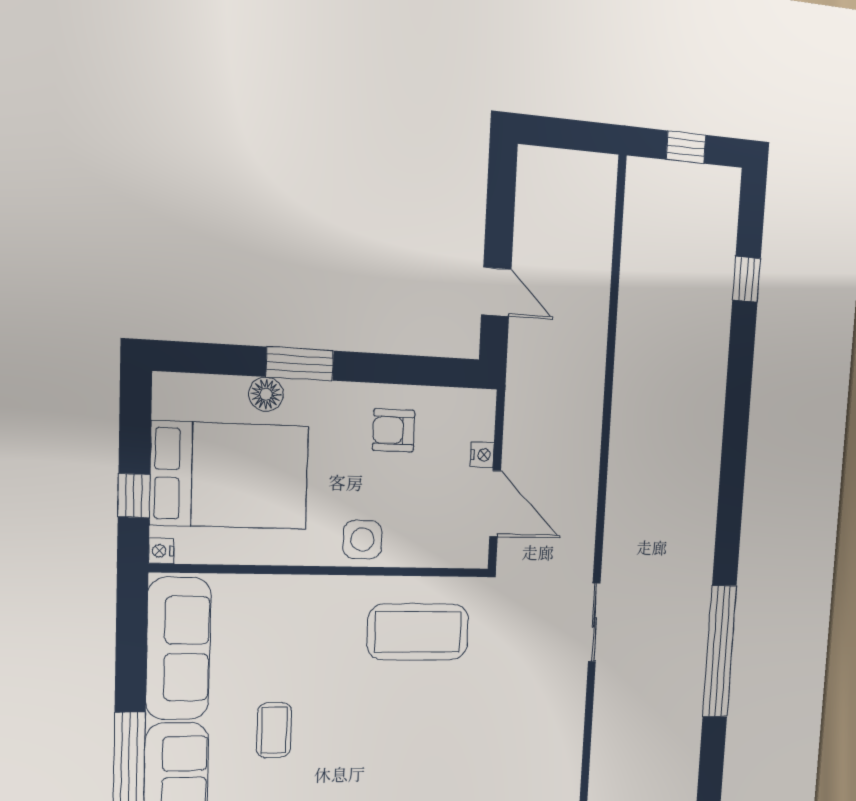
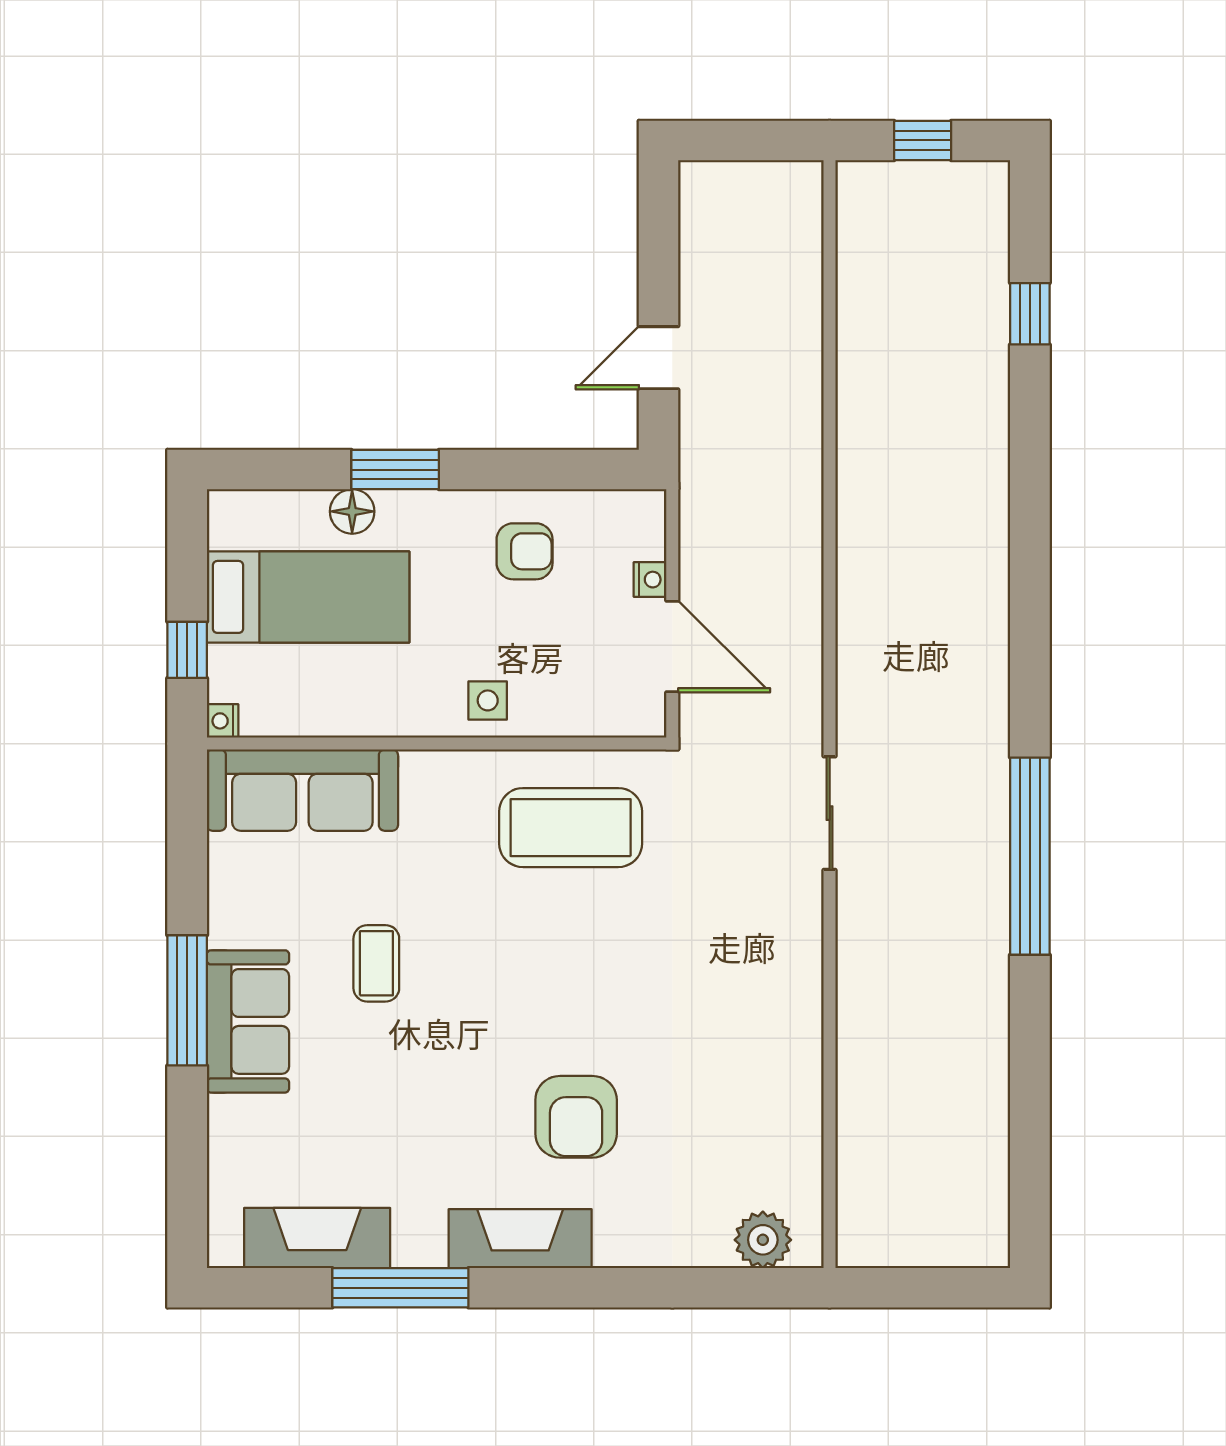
door: (496, 292) -> (659, 358), swing flipped
armchair: (394, 430) -> (525, 551), turned 180
bed: (230, 475) -> (308, 597), width x0.67
side table: (362, 540) -> (488, 700), width x0.73, depth x0.73
sofa: (178, 649) -> (302, 790), moved, turned 90

